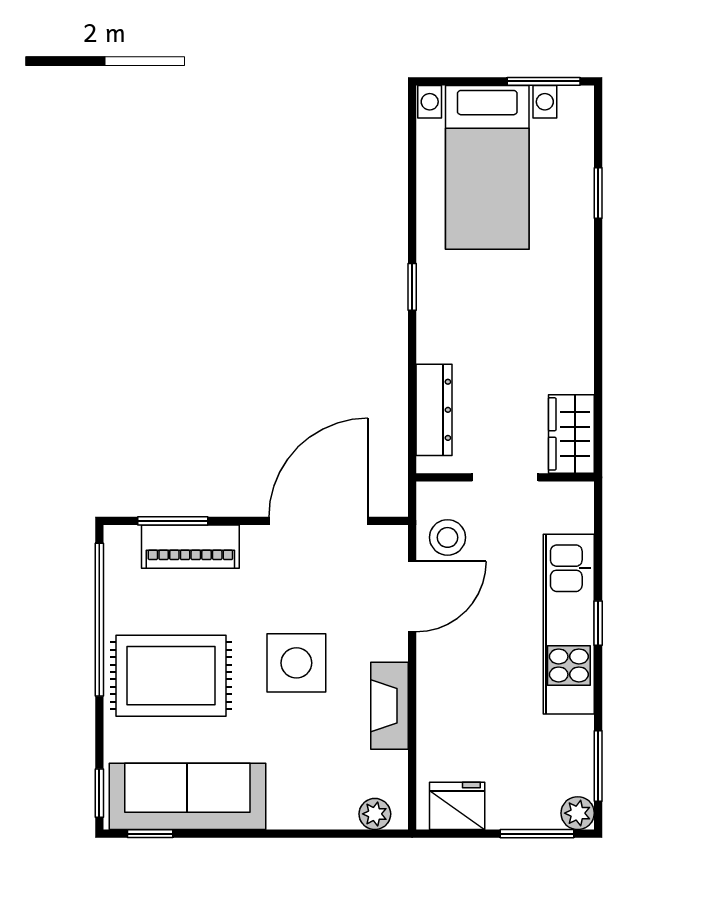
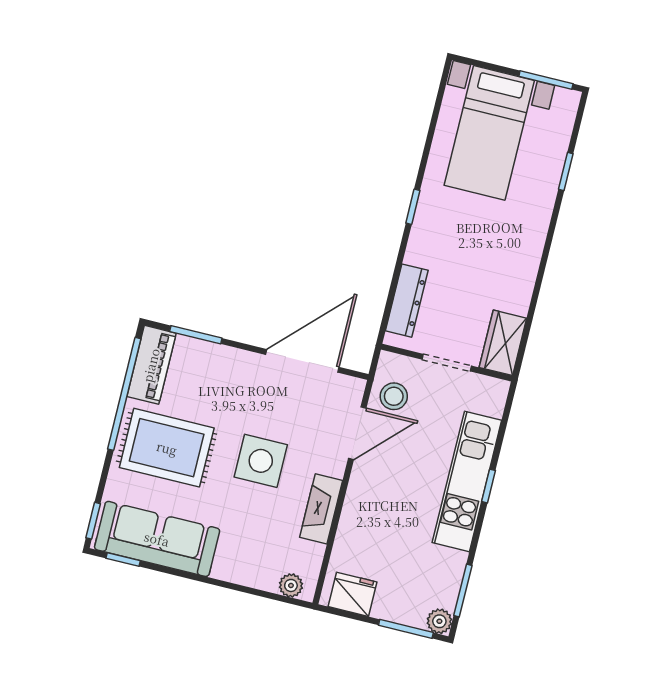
piano: (190, 547) -> (151, 365), moved, turned -90

